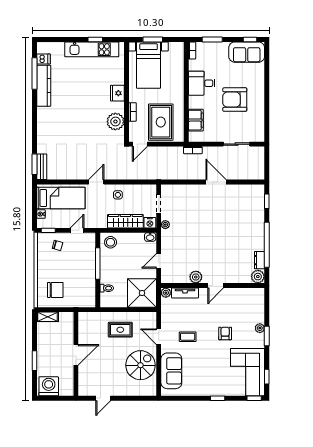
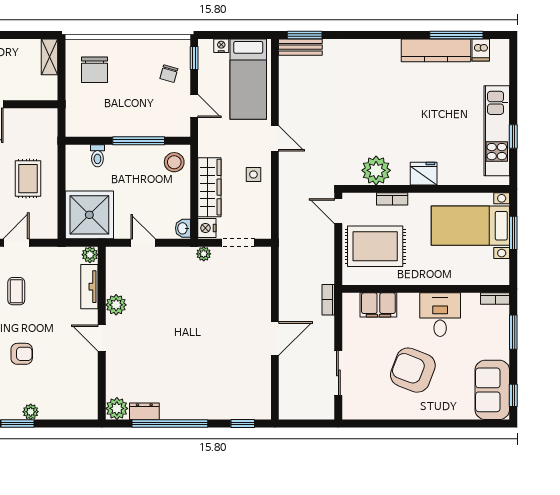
armchair: (235, 100) -> (413, 370), turned -69

